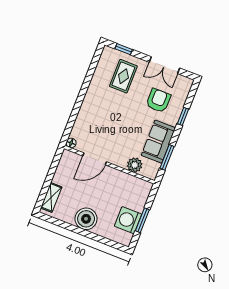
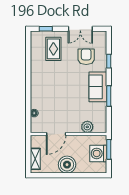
door: (95, 159) -> (56, 134), moved
wall: (109, 165) -> (69, 134), moved
plant: (135, 165) -> (87, 127), moved

